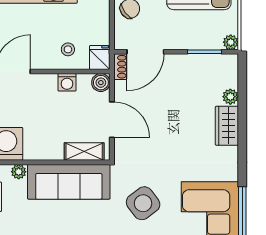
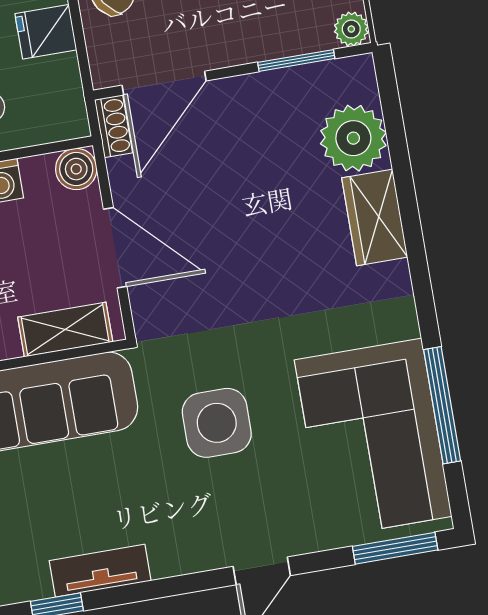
fridge: (100, 57) -> (46, 32), moved, turned -90
plant: (230, 97) -> (353, 138), width x1.88, depth x1.88
side table: (143, 203) -> (217, 423), turned 37

